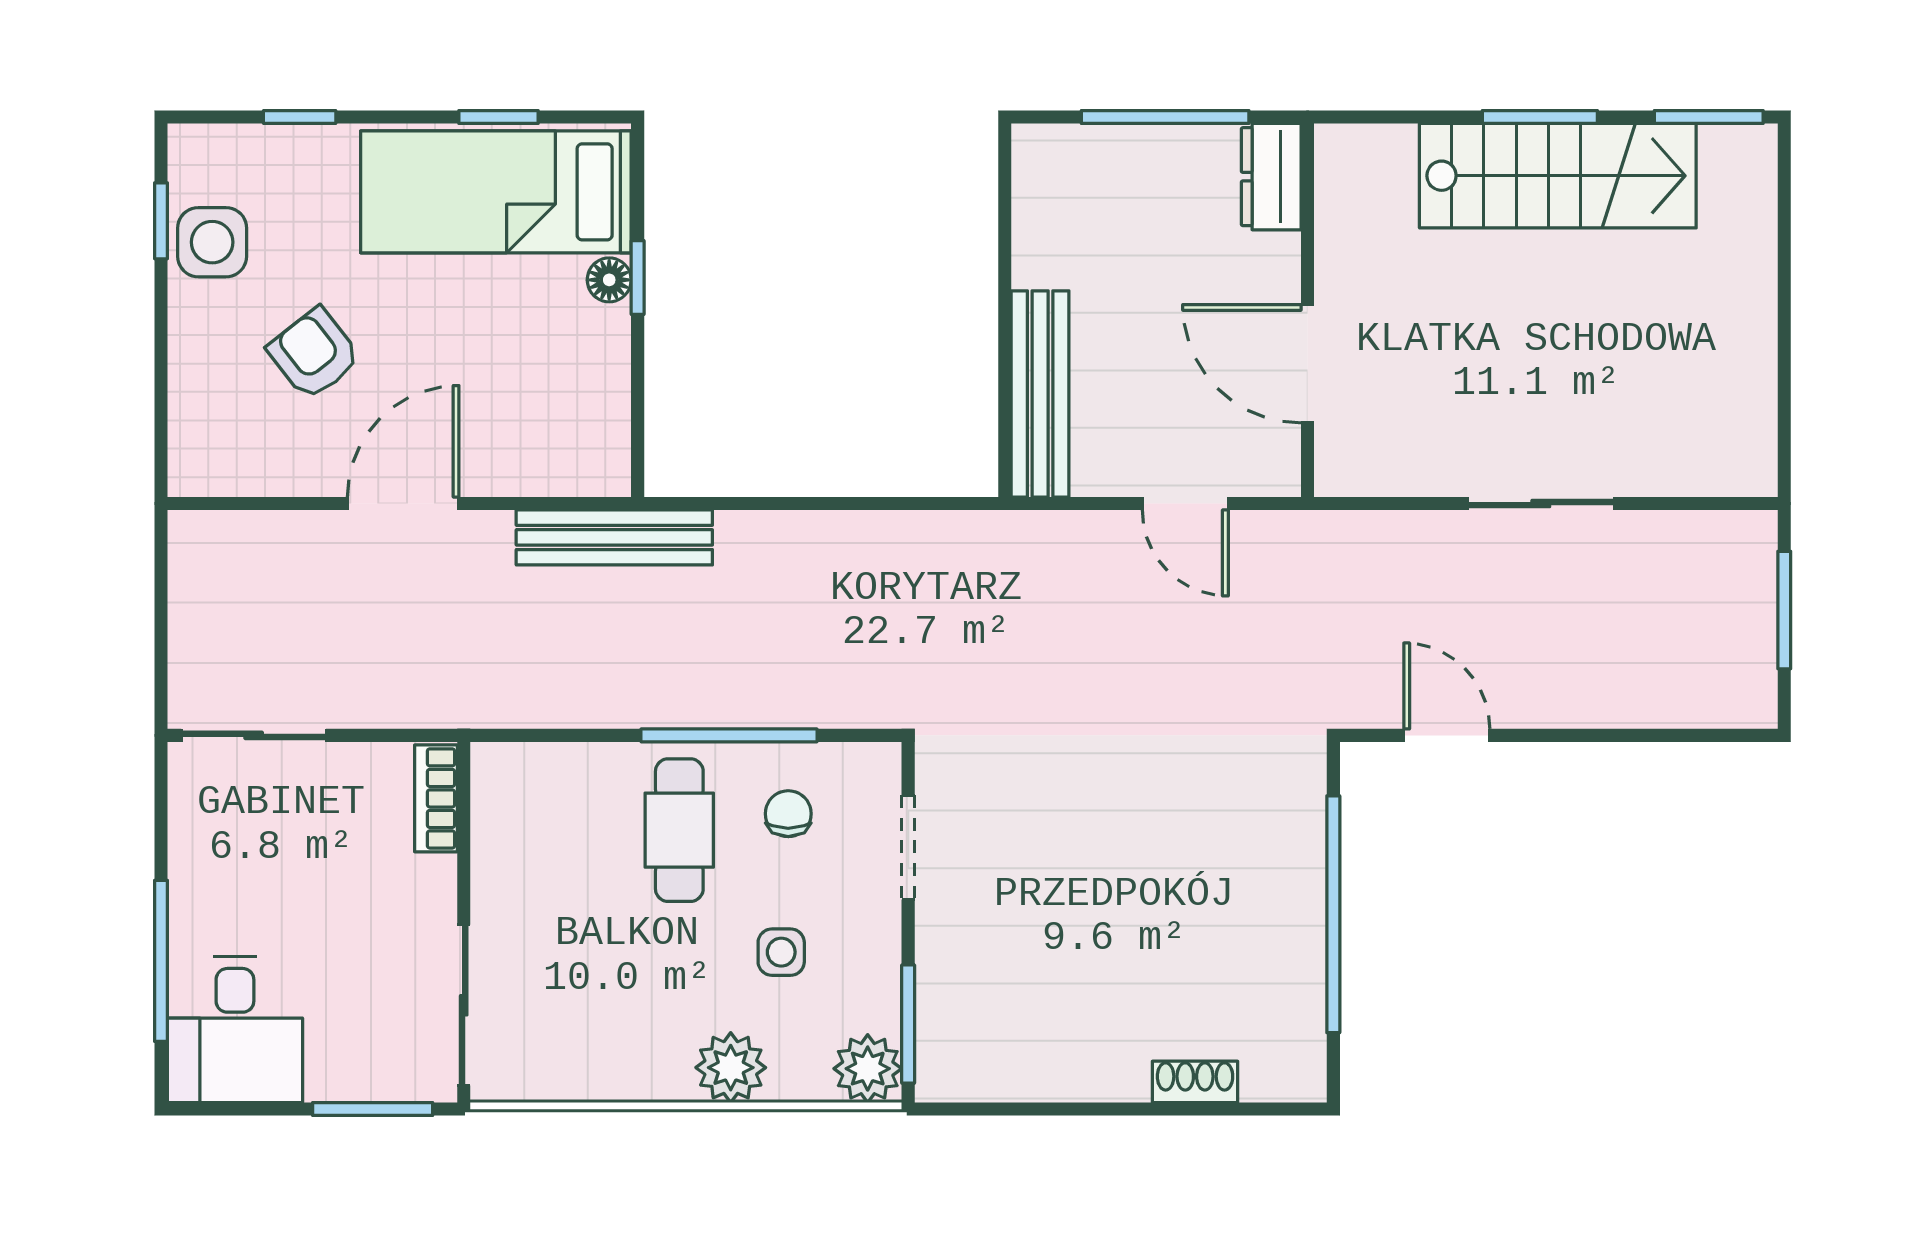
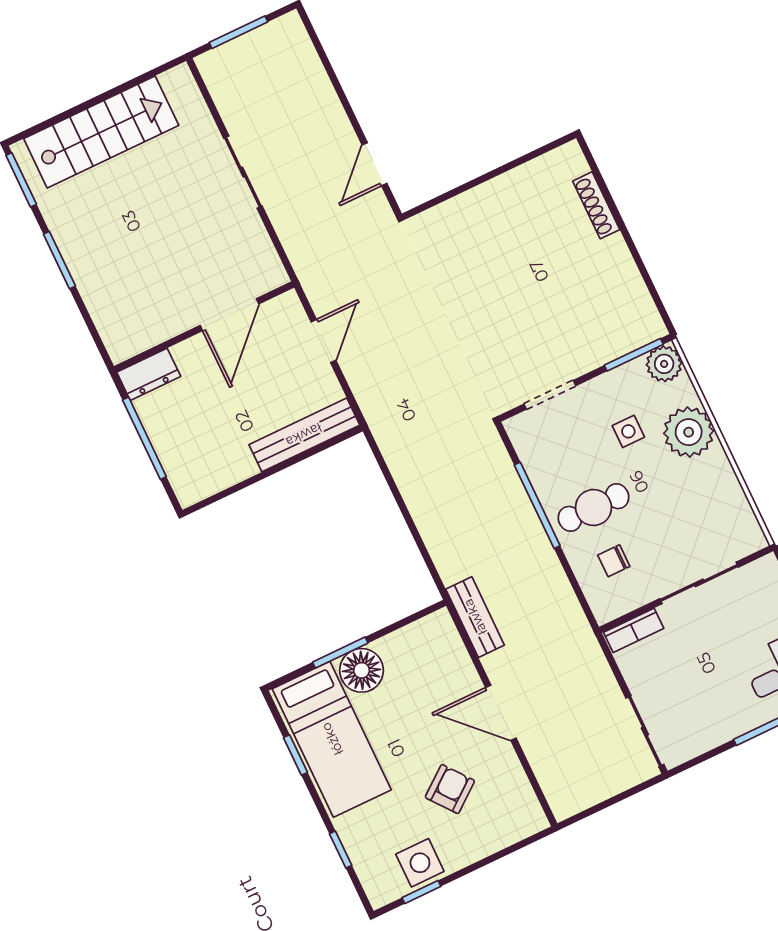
stairs: (1558, 176) -> (101, 132), moved, turned 90
window: (638, 277) -> (340, 653), width x1.50
floor lamp: (609, 280) -> (362, 670), width x1.89, depth x1.89
armchair: (314, 354) -> (450, 789), turned 180
bench: (614, 537) -> (475, 617), width x0.73
chair: (788, 814) -> (614, 561), moved
window: (1333, 914) -> (485, 178), removed
sliding door: (464, 1005) -> (699, 583), moved
plant: (731, 1068) -> (689, 432), width x1.36, depth x1.36
shoe rack: (1195, 1082) -> (596, 205), width x1.43

